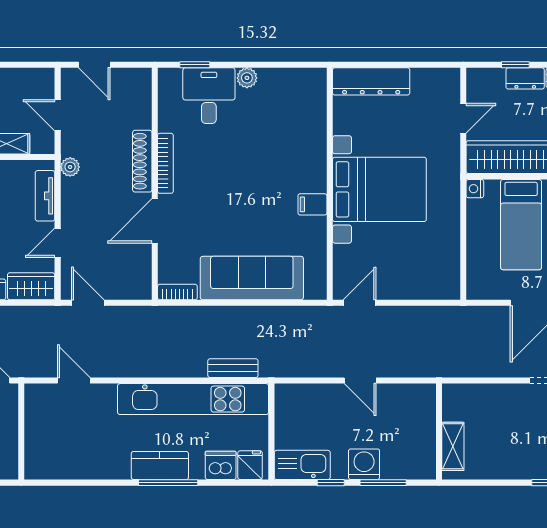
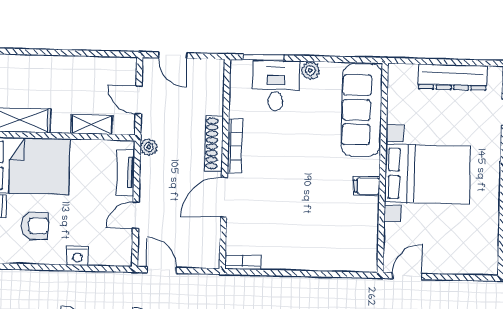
window: (195, 65) -> (263, 58), width x1.50
dresser: (371, 81) -> (452, 77), moved
sofa: (252, 278) -> (362, 110), moved, turned -90
wardrobe: (31, 286) -> (111, 254), removed

